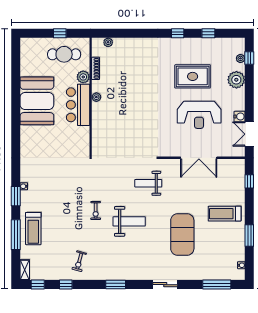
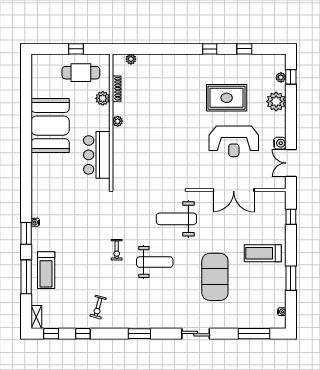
bar counter: (78, 105) -> (97, 155), moved
weight bench: (148, 183) -> (176, 219), width x1.36, depth x1.33

